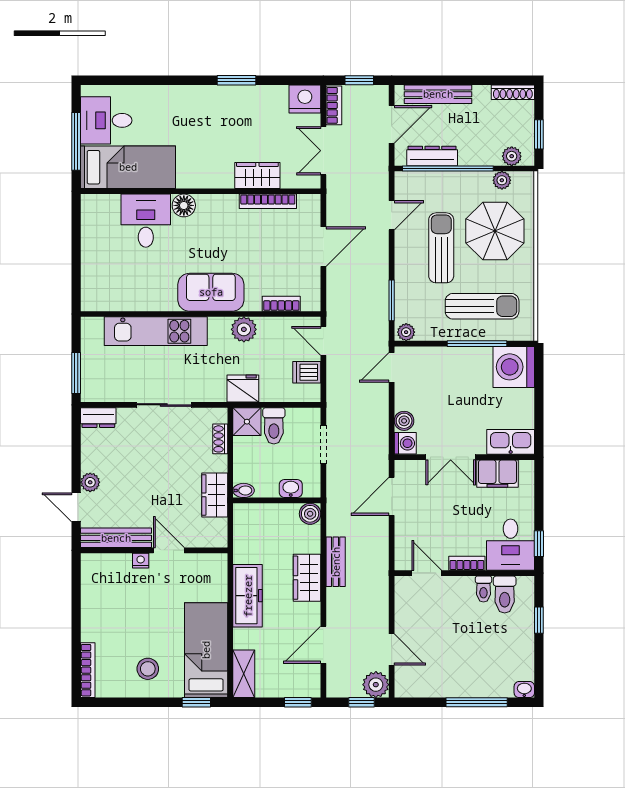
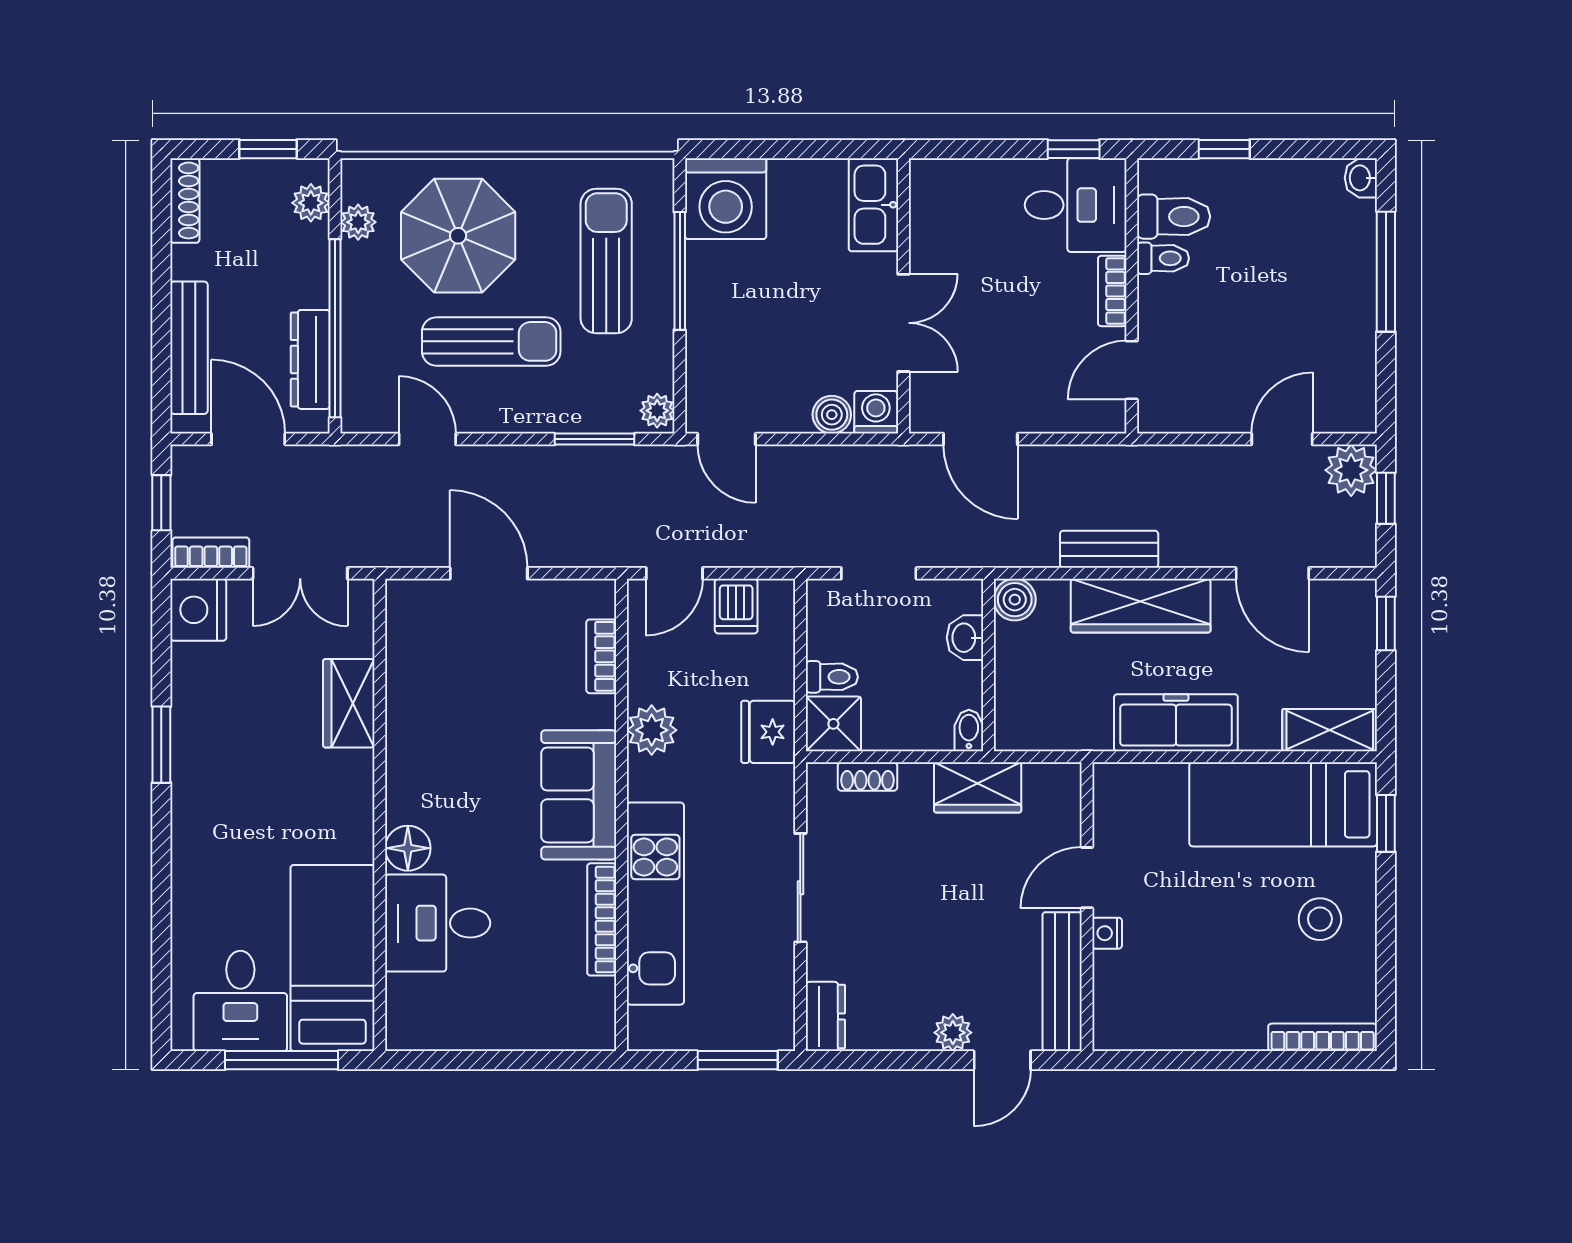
bookcase: (268, 201) -> (602, 919), moved, turned 180
sun lounger: (441, 248) -> (491, 341), turned 180
toilet: (274, 426) -> (832, 677), width x0.73, depth x0.72
filing cabinet: (497, 474) -> (936, 231), removed
wardrobe: (307, 578) -> (1141, 606), width x1.50

